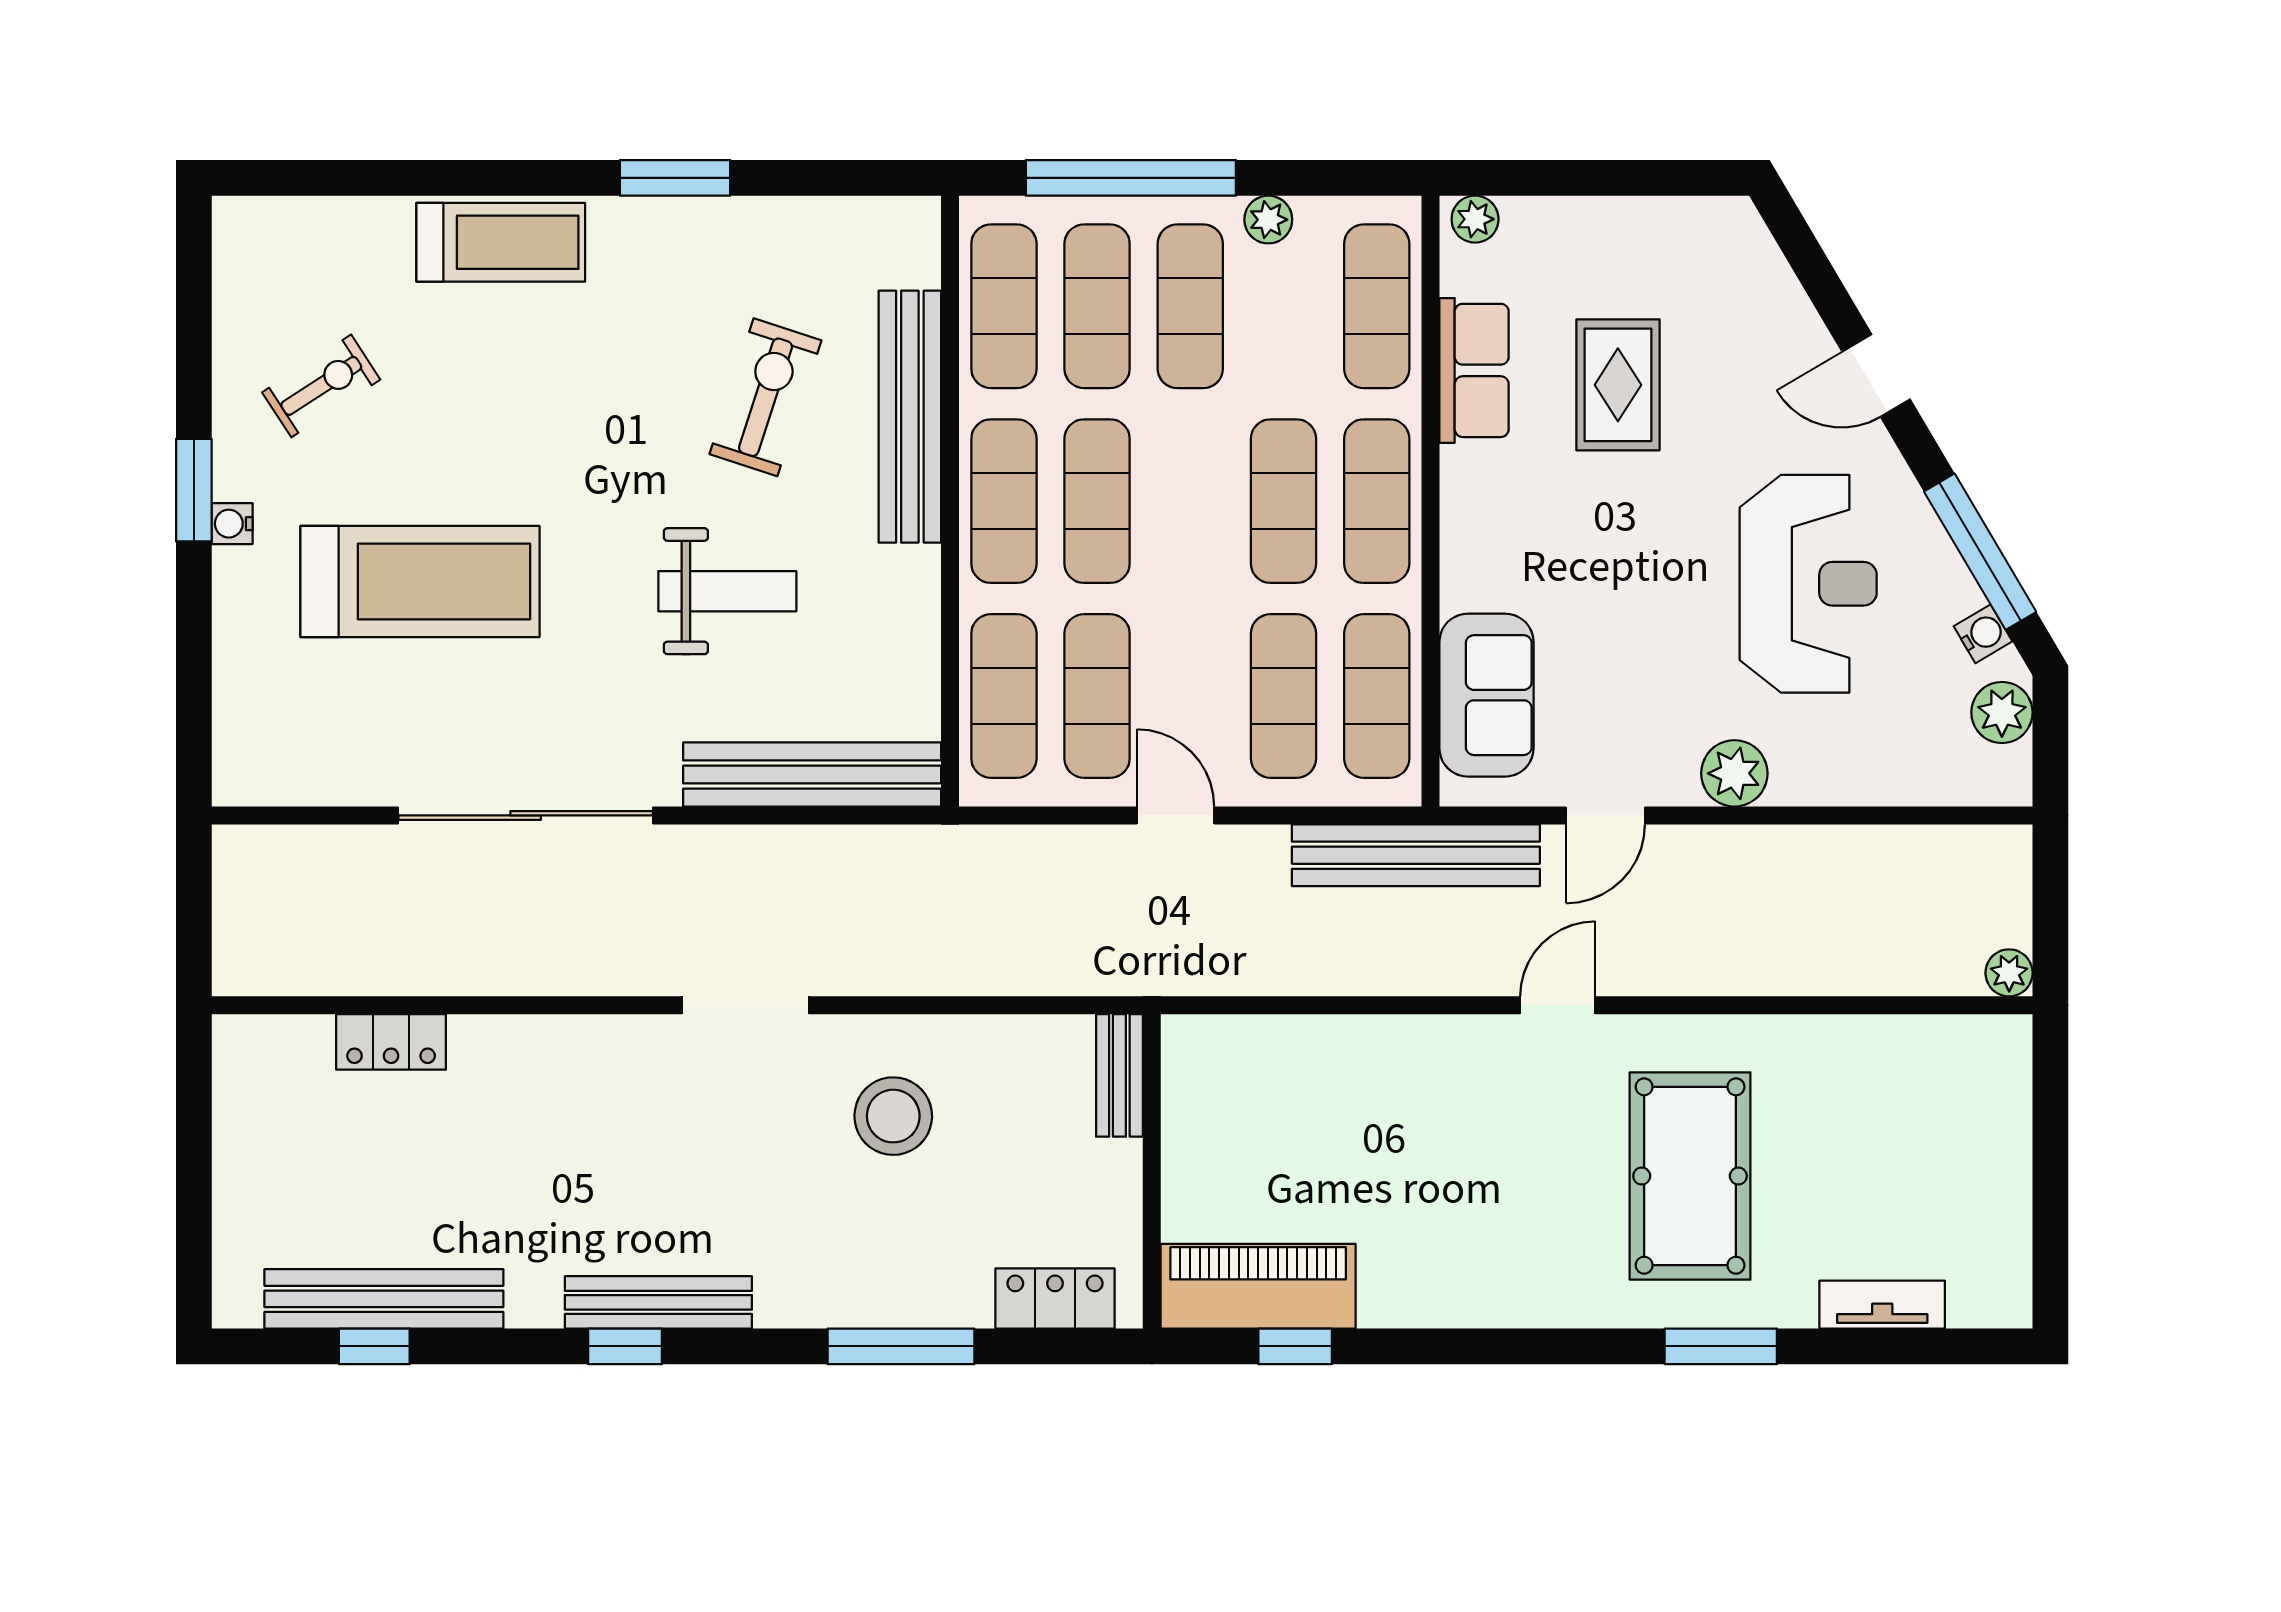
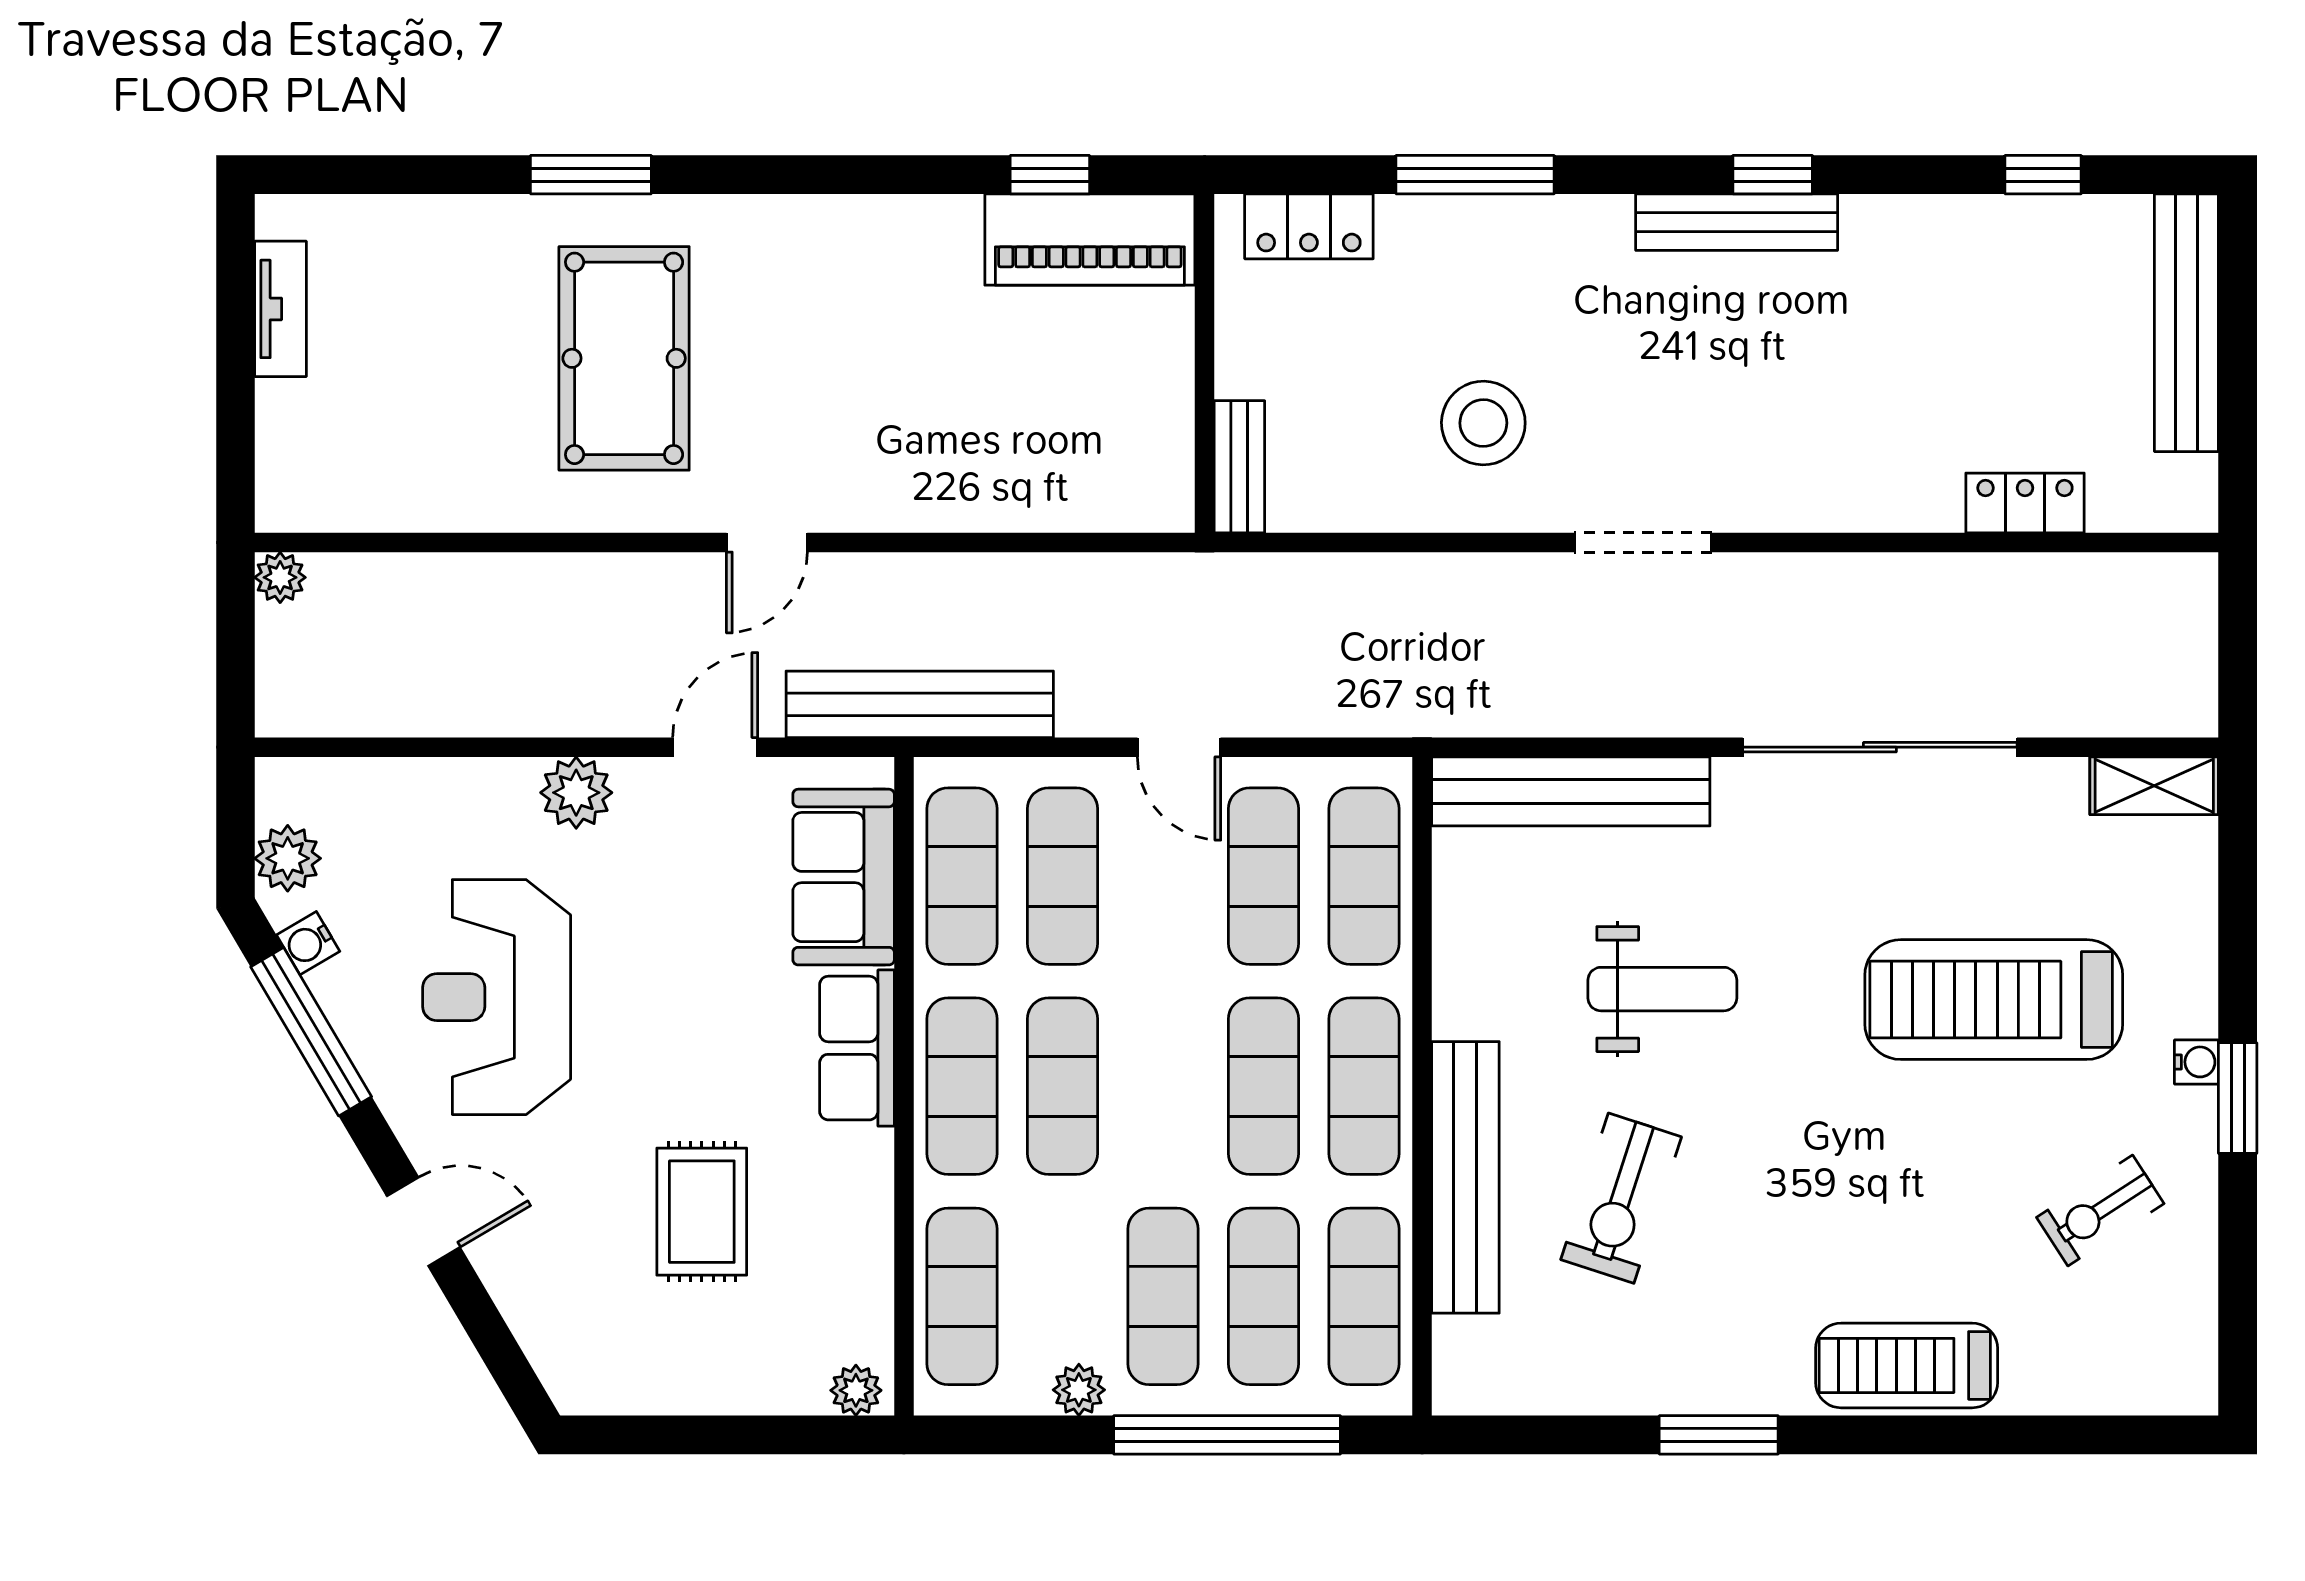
row of seats: (1474, 370) -> (857, 1048), moved
weight bench: (727, 591) -> (1662, 989), turned 180
shelving: (271, 780) -> (2154, 786), added
bench: (384, 1299) -> (2186, 323), moved, turned 90
tv unit: (1882, 1305) -> (280, 309), moved, turned -90

